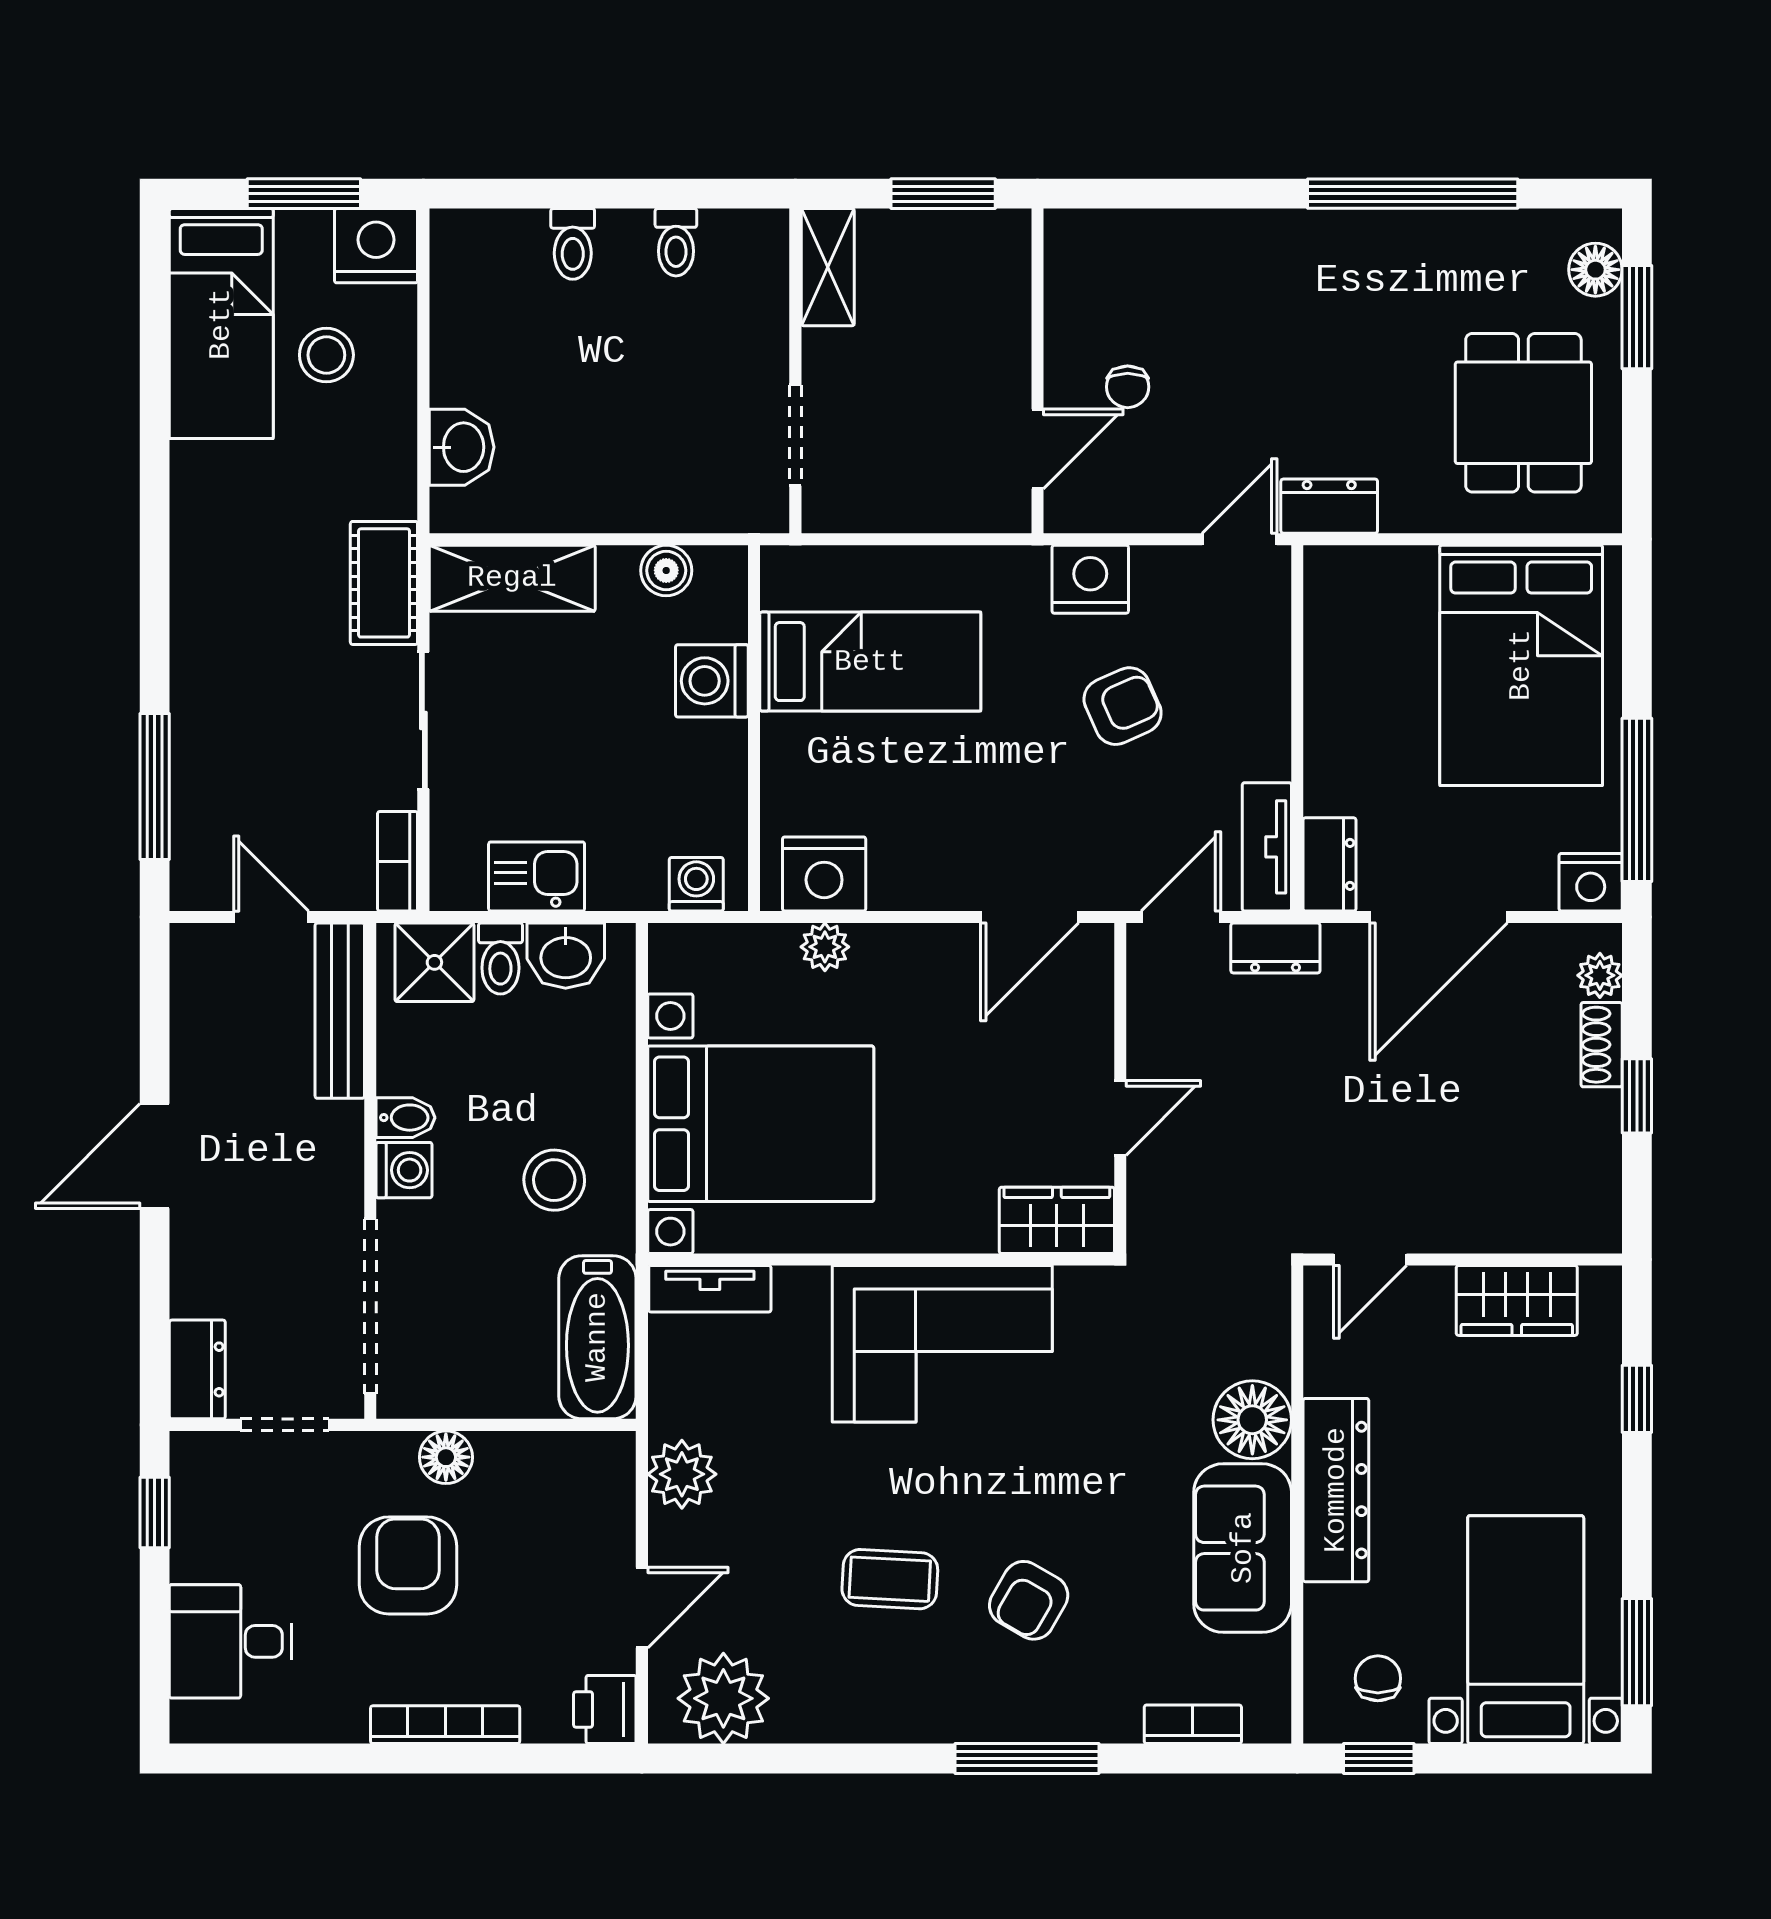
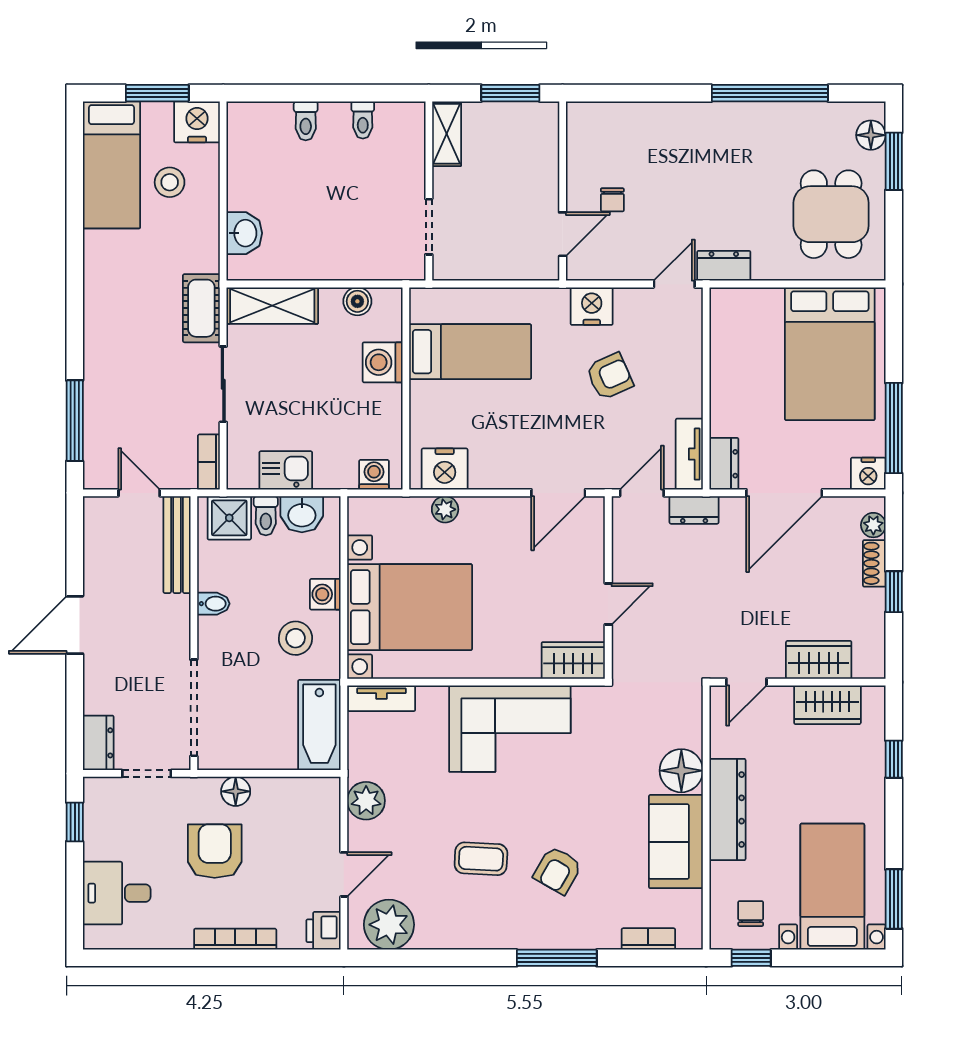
washing machine: (404, 1170) -> (325, 594), moved, turned 180
wardrobe: (1501, 1219) -> (819, 660), added

